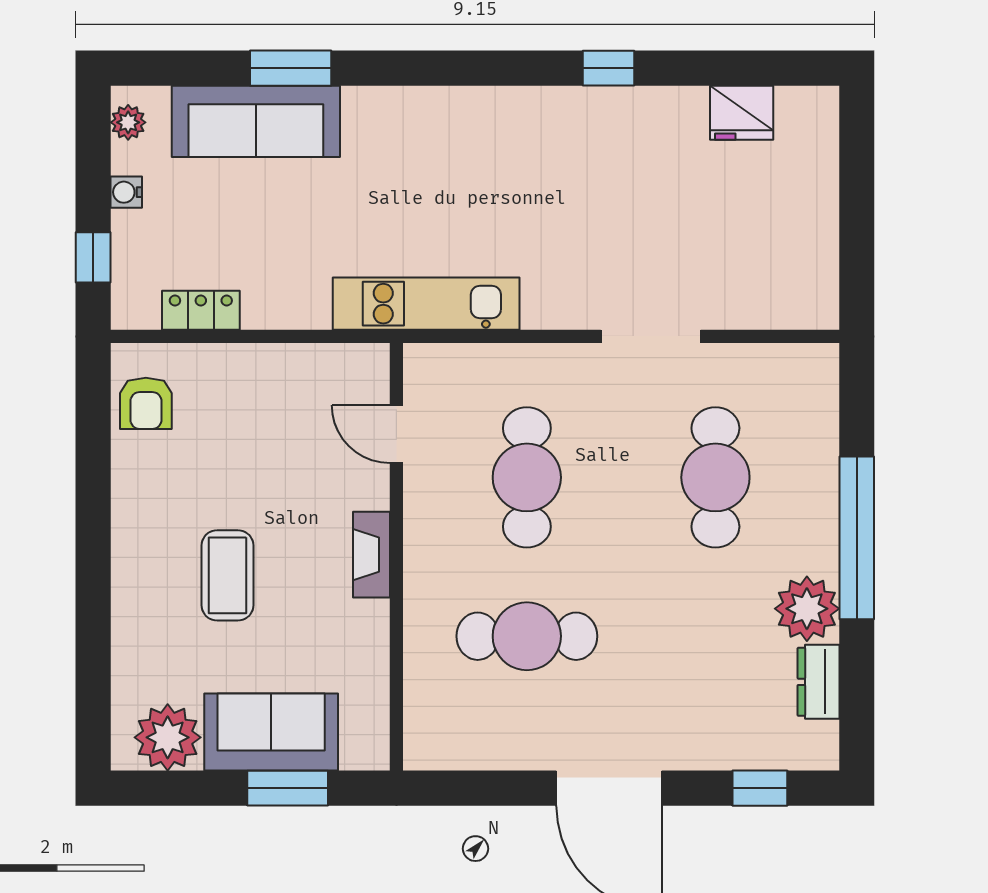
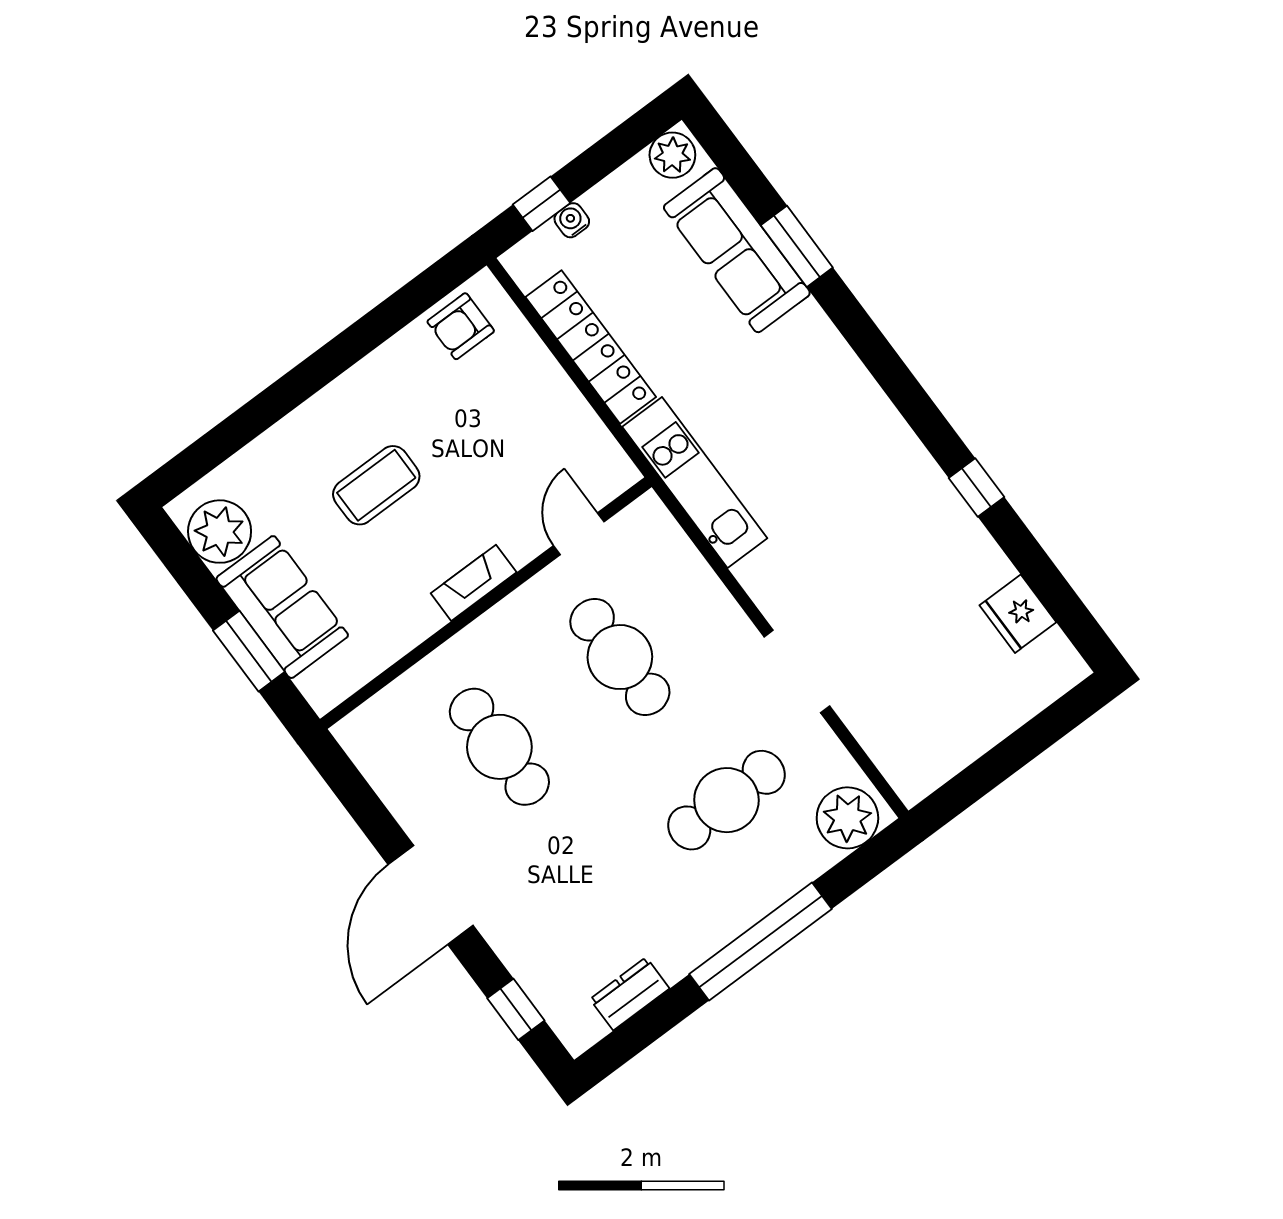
plant: (128, 122) -> (672, 155), width x1.38, depth x1.38
water cooler: (126, 192) -> (572, 220), moved
locker: (201, 310) -> (591, 347), width x2.16, depth x1.21
cafe table: (527, 477) -> (620, 657), turned 90
plant: (807, 609) -> (847, 818), moved

